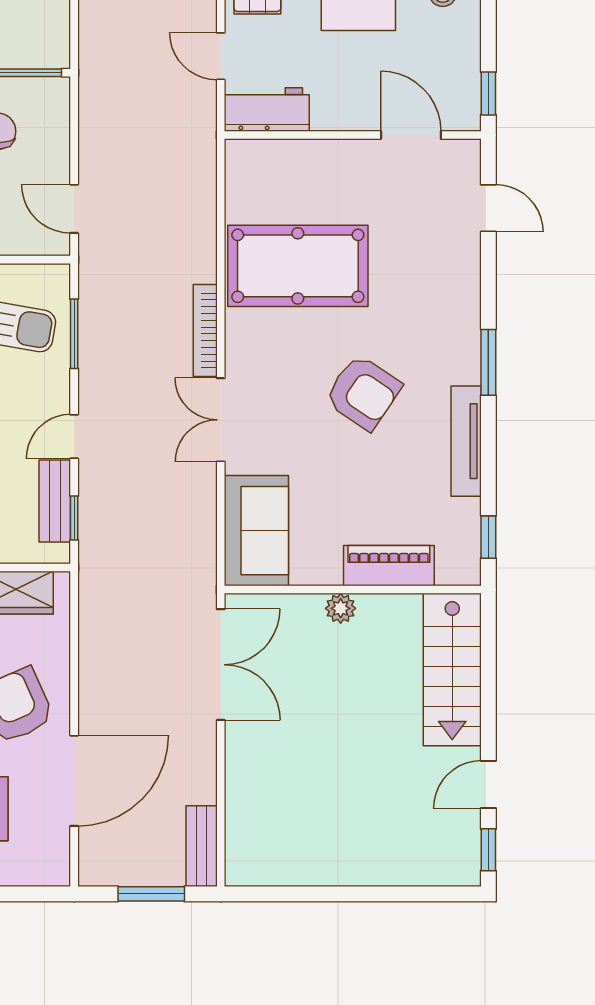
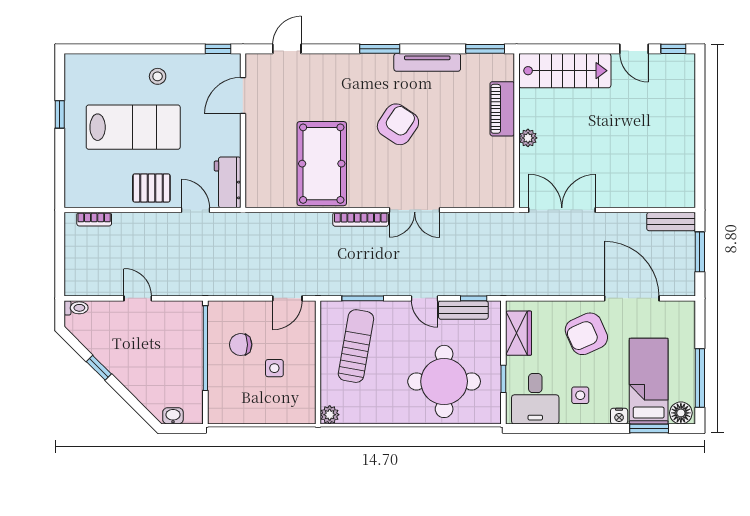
door: (221, 56) -> (195, 210), swing flipped
sofa: (256, 531) -> (481, 189), removed
window: (488, 537) -> (485, 49), width x1.50

